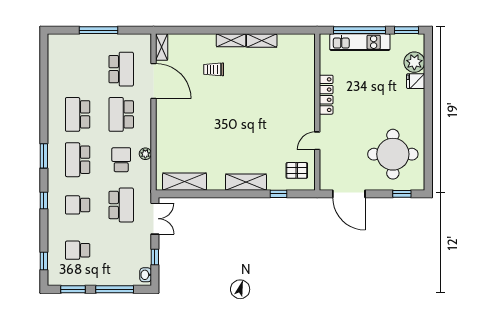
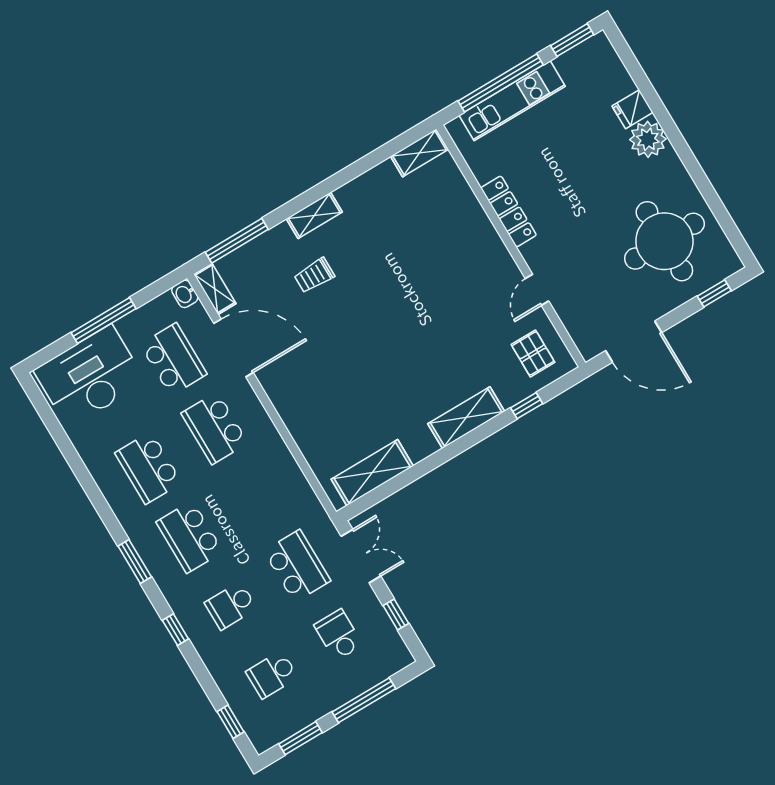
window: (186, 30) -> (237, 241), added
shelving: (262, 40) -> (419, 153), moved
desk: (76, 53) -> (90, 376), added
plant: (414, 62) -> (648, 139), moved
plant: (145, 154) -> (287, 466), removed
school desk: (121, 160) -> (338, 635), moved
pallet: (297, 170) -> (533, 353), turned 90
washbasin: (146, 275) -> (185, 294), moved

